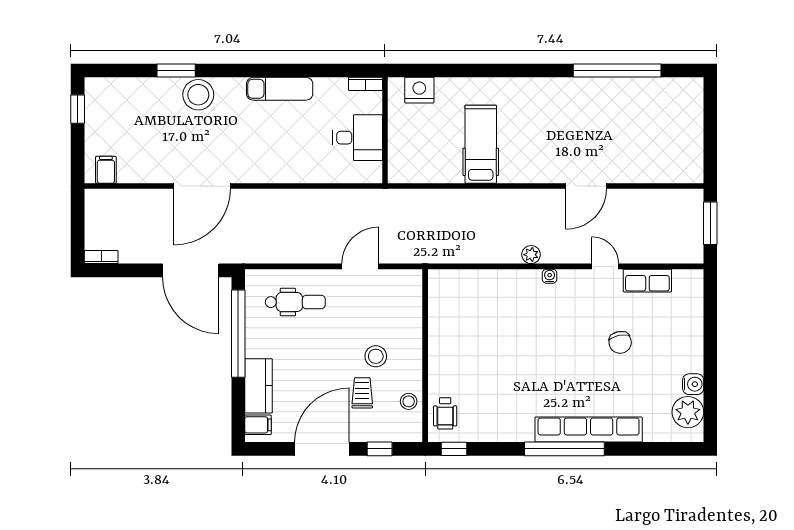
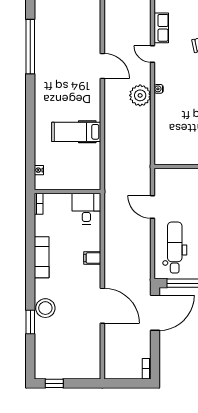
nightstand: (419, 90) -> (39, 170), width x0.53, depth x0.56
desk: (358, 138) -> (86, 209), moved
filing cabinet: (106, 170) -> (92, 258), moved
plant: (531, 255) -> (140, 95), width x1.87, depth x1.87
door: (605, 266) -> (152, 54), hinge flipped
dental chair: (295, 302) -> (175, 248), width x1.36, depth x1.38

